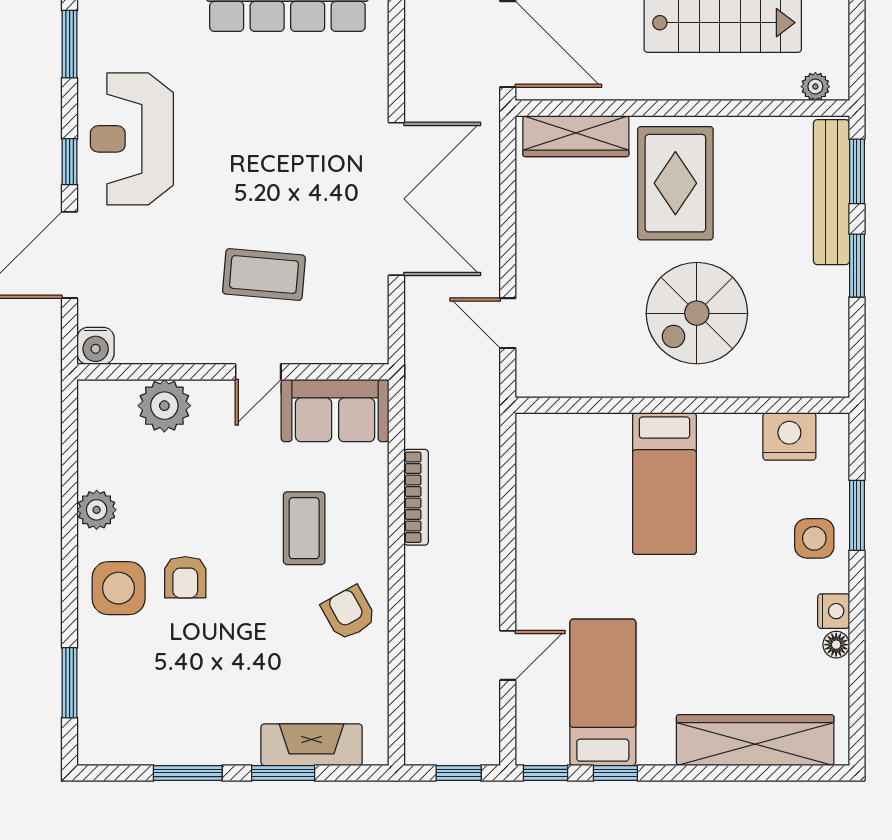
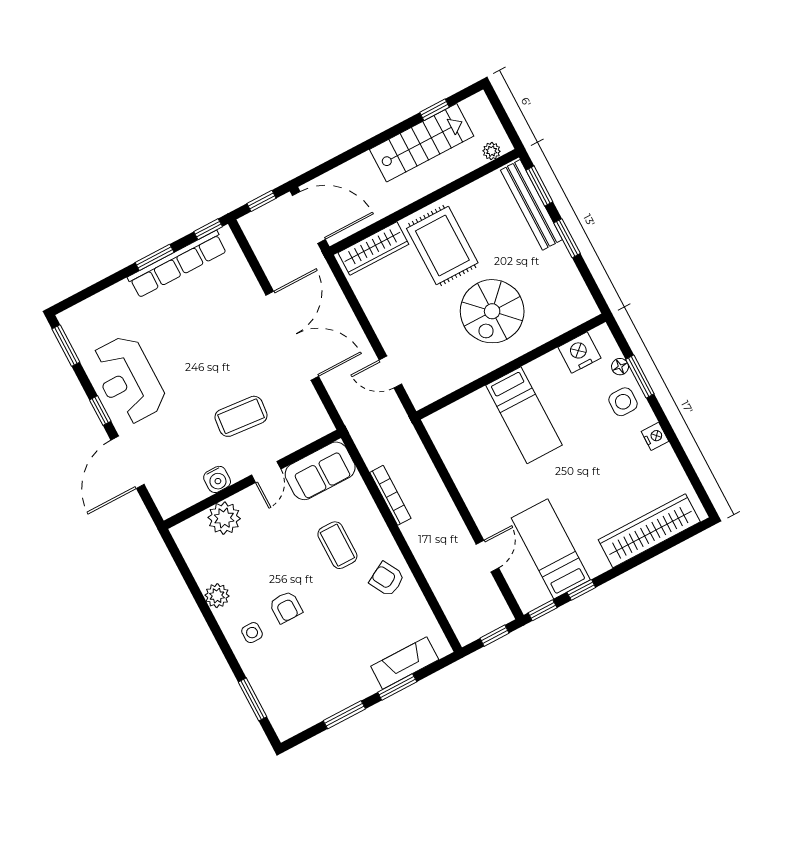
water cooler: (96, 346) -> (217, 479), moved
side table: (119, 588) -> (252, 633), width x0.54, depth x0.54
floor lamp: (836, 645) -> (620, 367), moved

